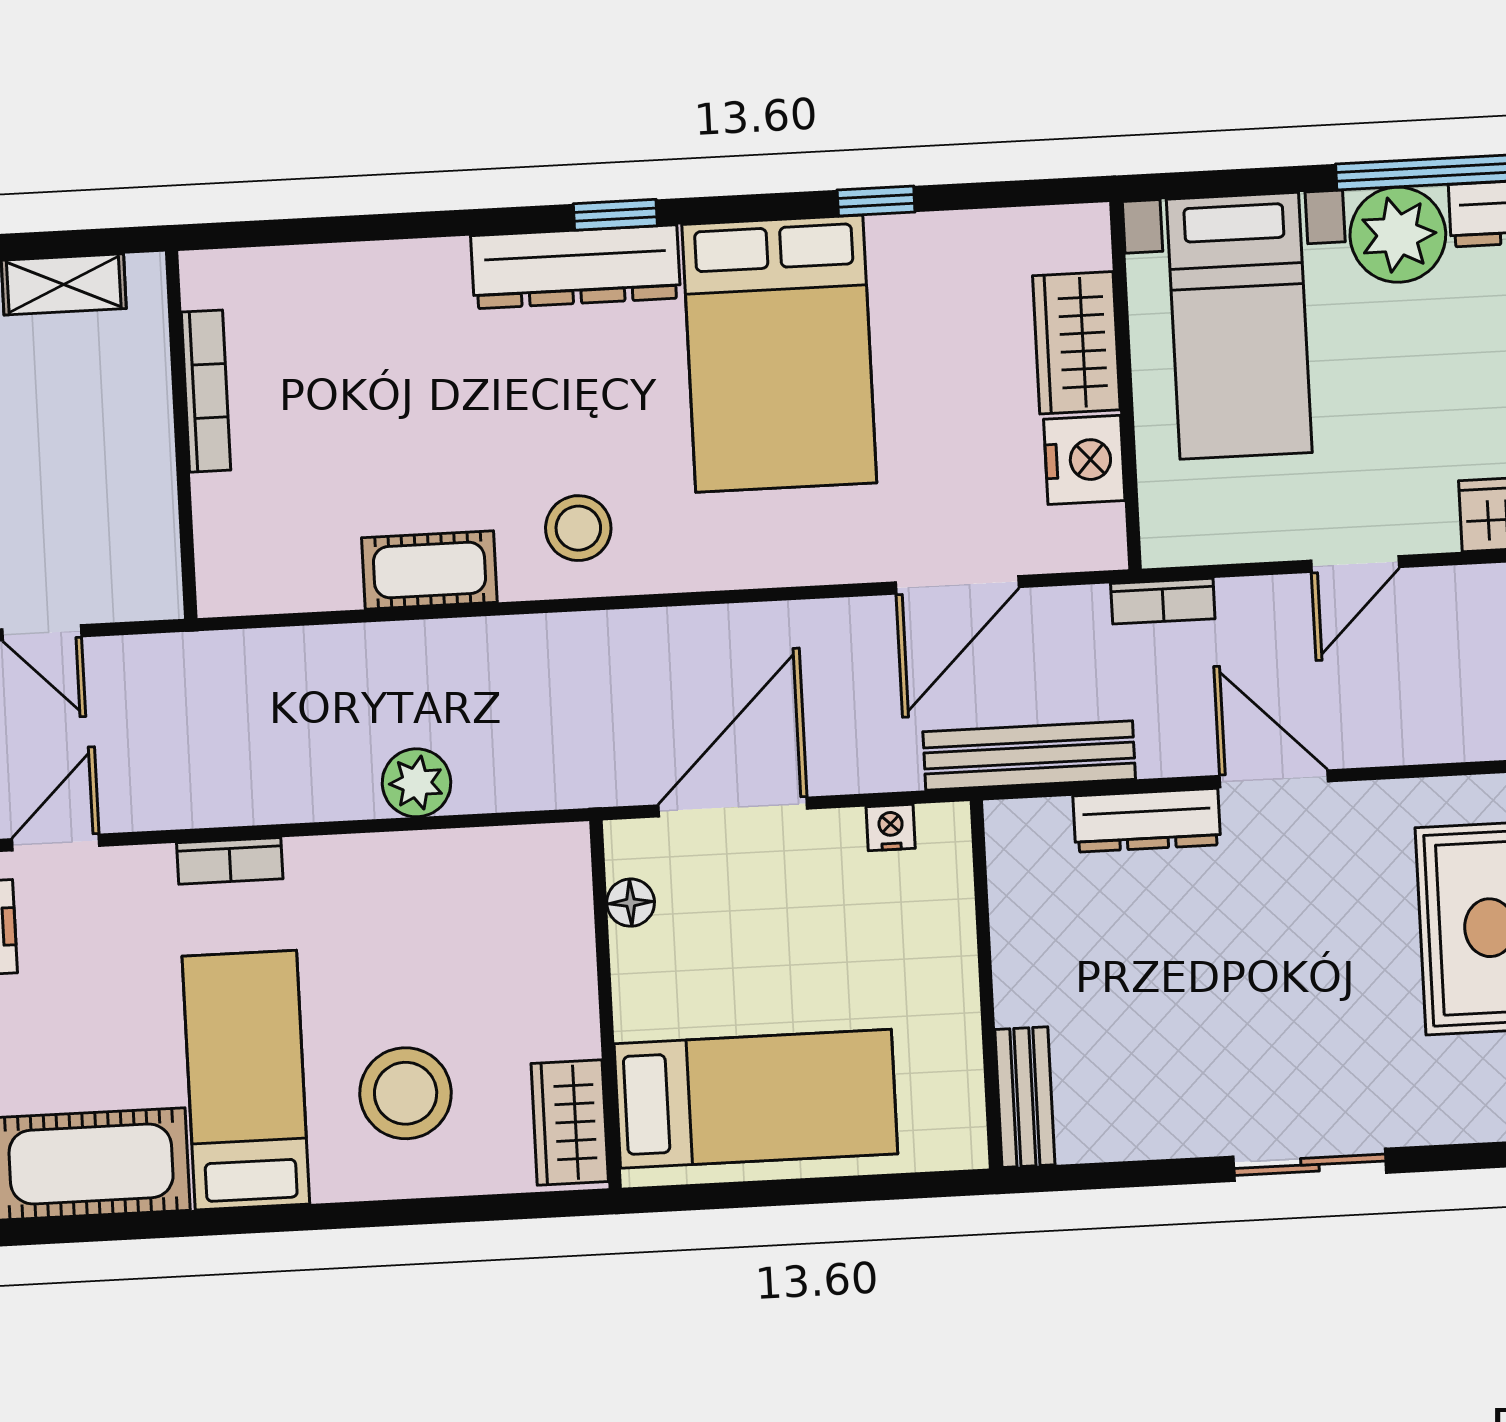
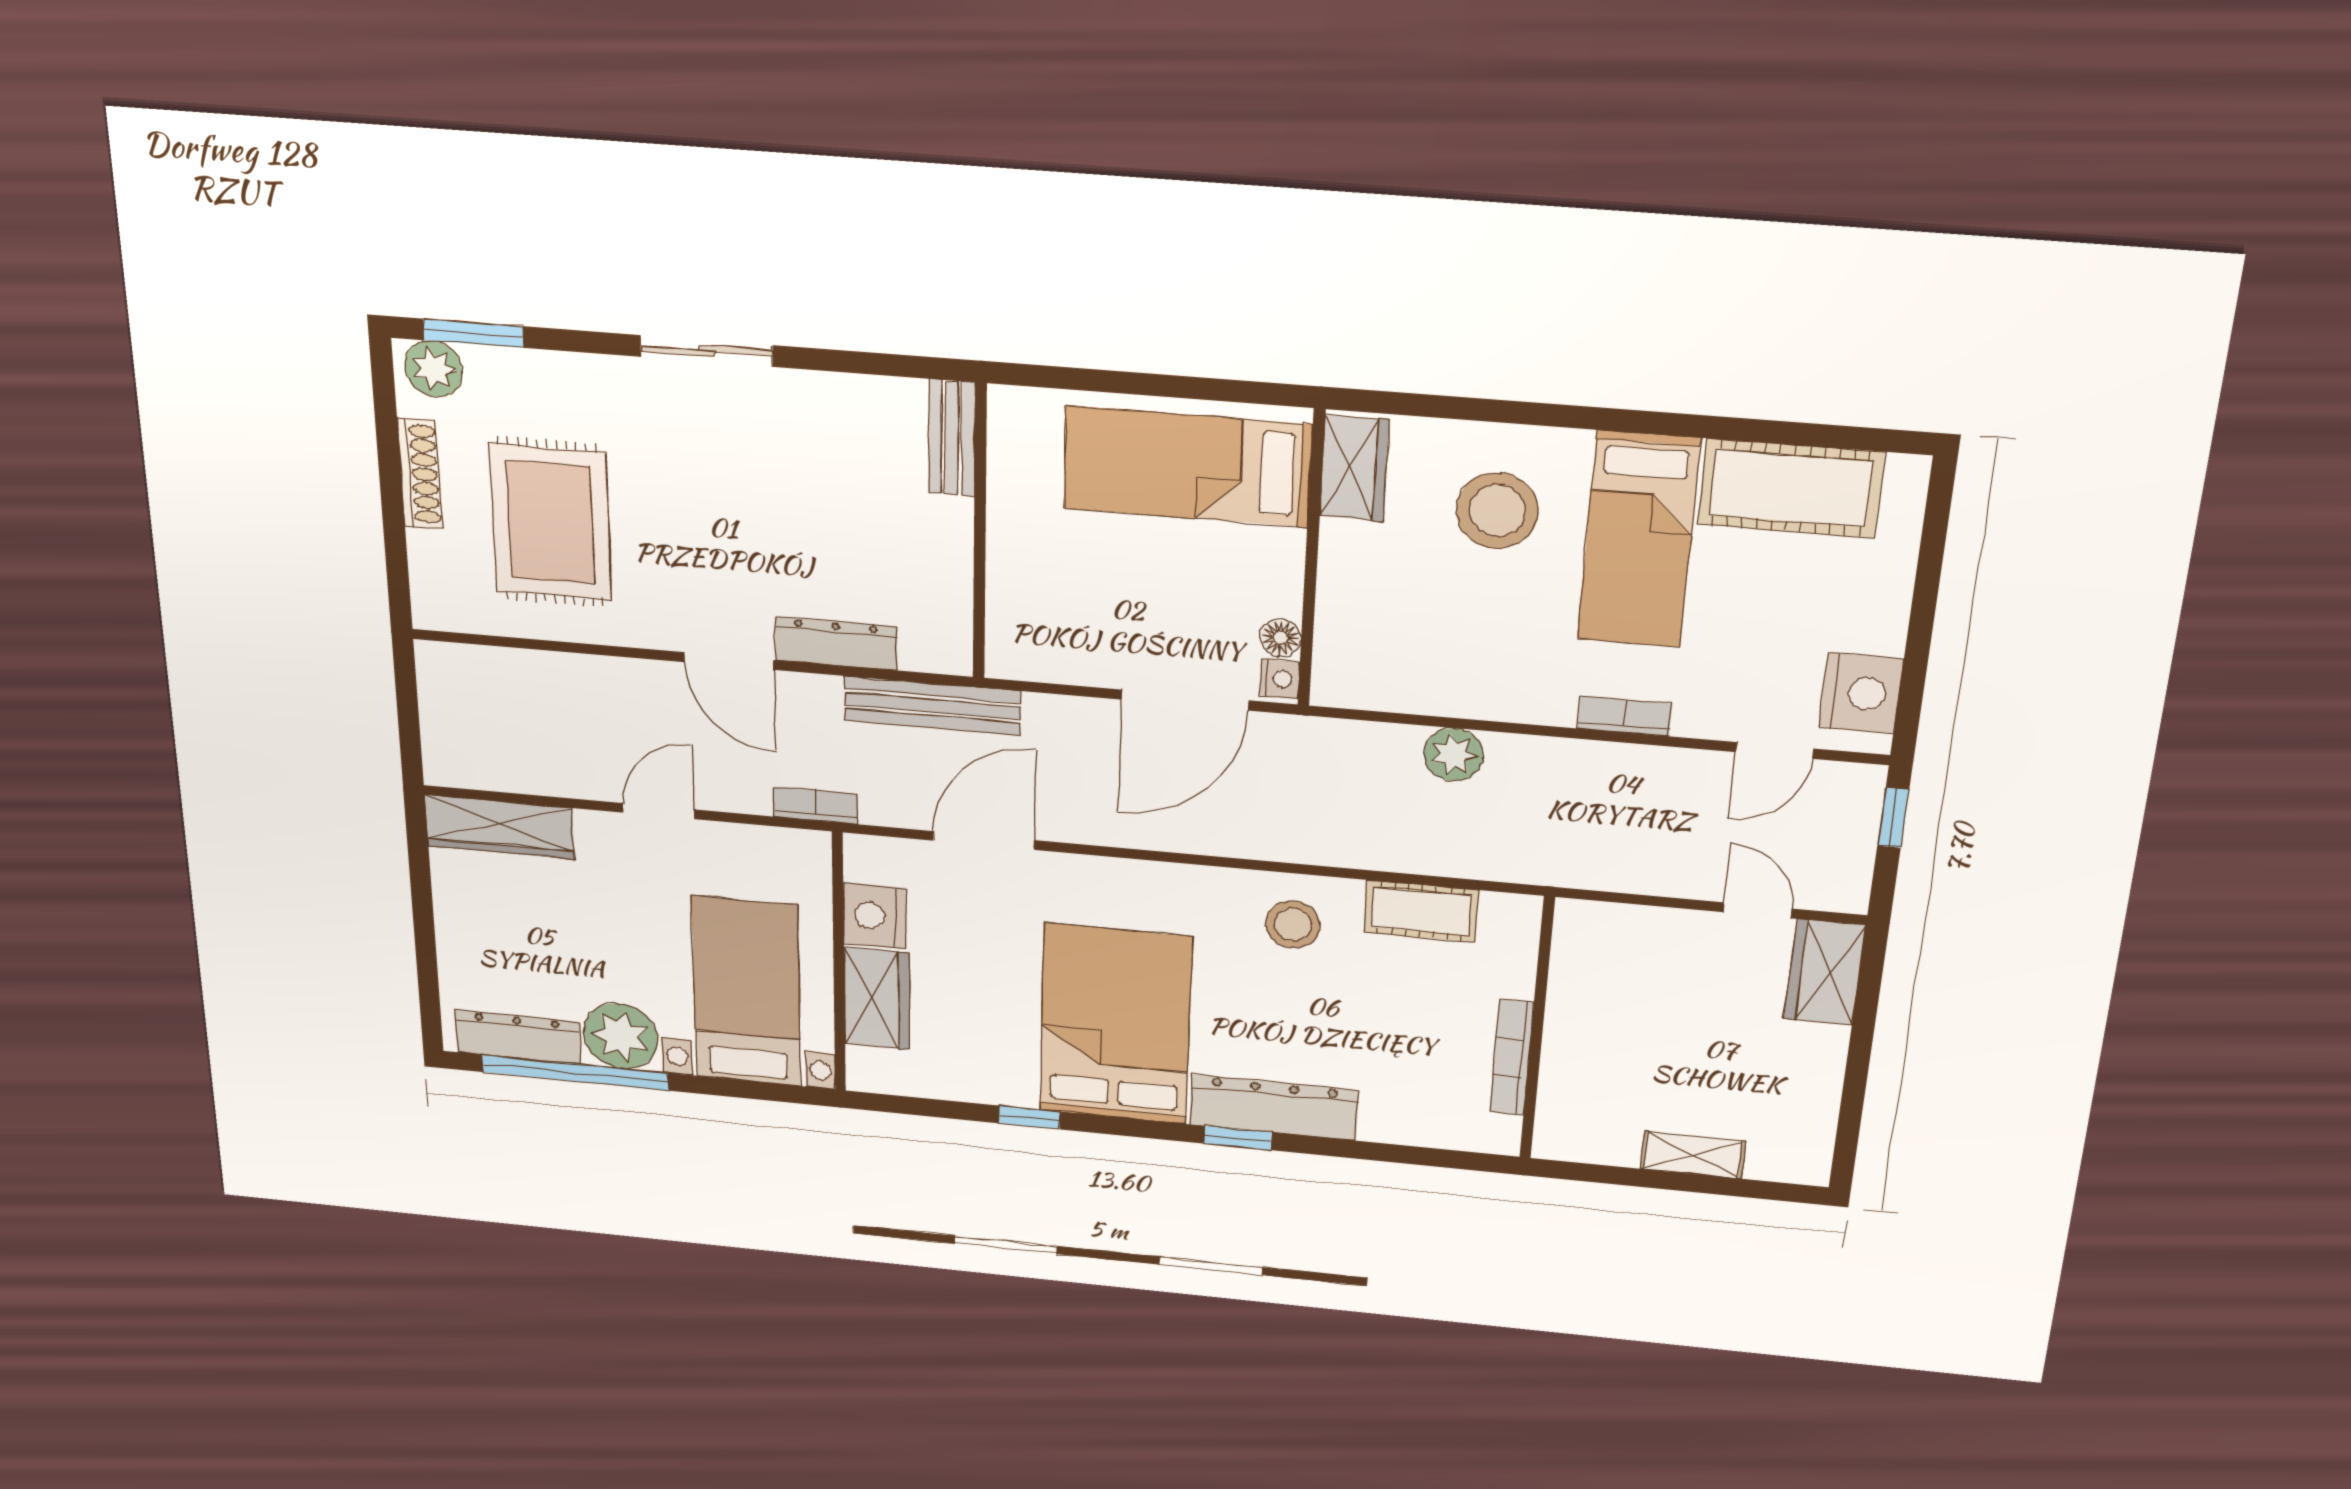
bookcase: (206, 391) -> (1512, 1057), moved
wall: (181, 435) -> (1537, 1030), moved
nightstand: (891, 827) -> (1280, 679), moved, turned -90

